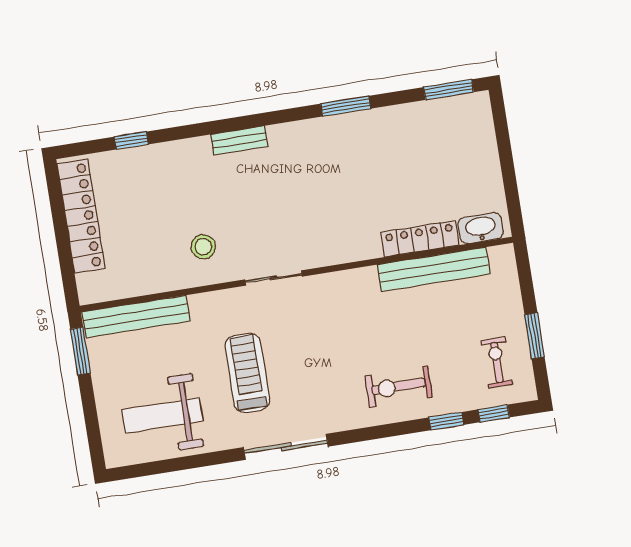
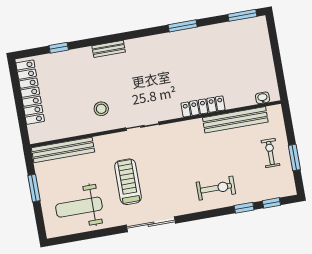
bench: (239, 140) -> (109, 49), moved
washbasin: (481, 228) -> (263, 98), width x0.52, depth x0.69
locker: (420, 239) -> (203, 106), moved
window: (80, 351) -> (34, 188), moved
exercise bike: (497, 362) -> (270, 153), moved
exercise bike: (399, 386) -> (216, 188), turned 180

